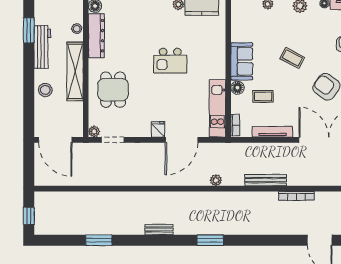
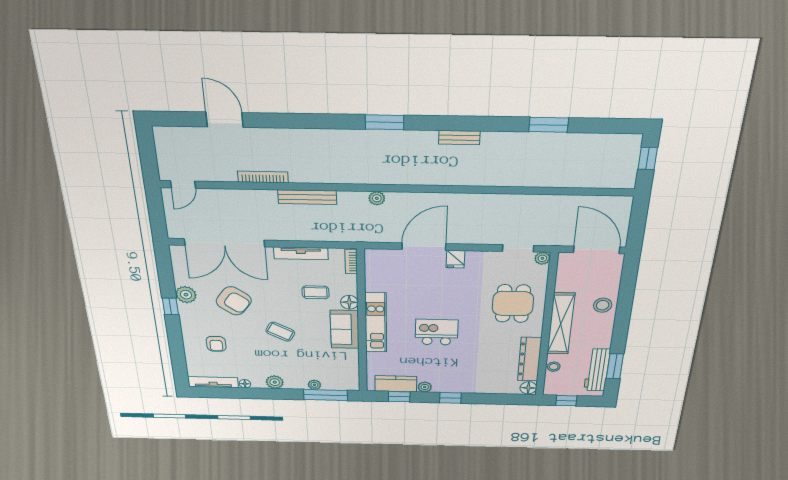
workbench: (42, 47) -> (597, 370), moved
kitchen unit: (217, 108) -> (376, 323), moved

